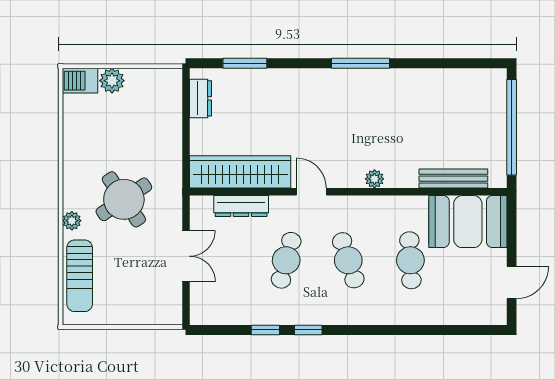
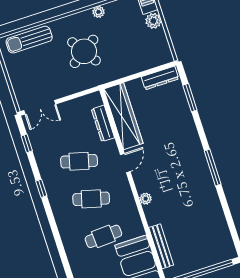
dresser: (201, 98) -> (160, 78), width x1.44
plant: (72, 221) -> (98, 12), moved
double door: (186, 256) -> (40, 107), moved
cafe table: (348, 260) -> (91, 199), turned 33
window: (265, 330) -> (27, 143), moved

